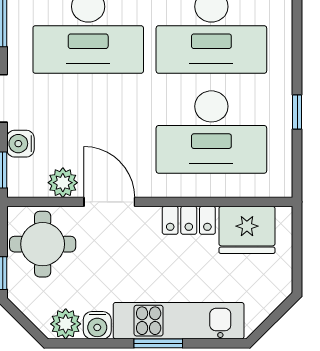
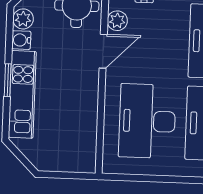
window: (297, 112) -> (158, 179), removed
locker: (189, 220) -> (89, 104), removed
fridge: (247, 230) -> (81, 142), removed

